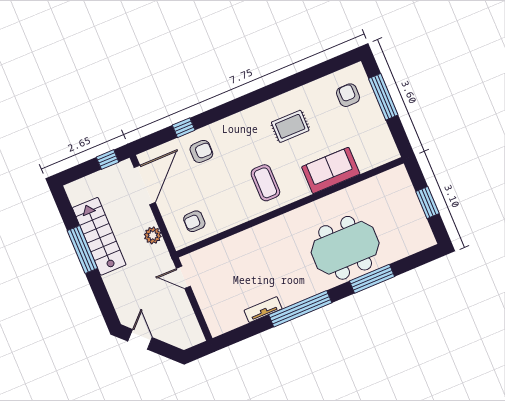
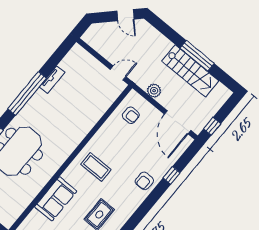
armchair: (201, 151) -> (144, 181), moved
armchair: (194, 221) -> (131, 115), turned 90

